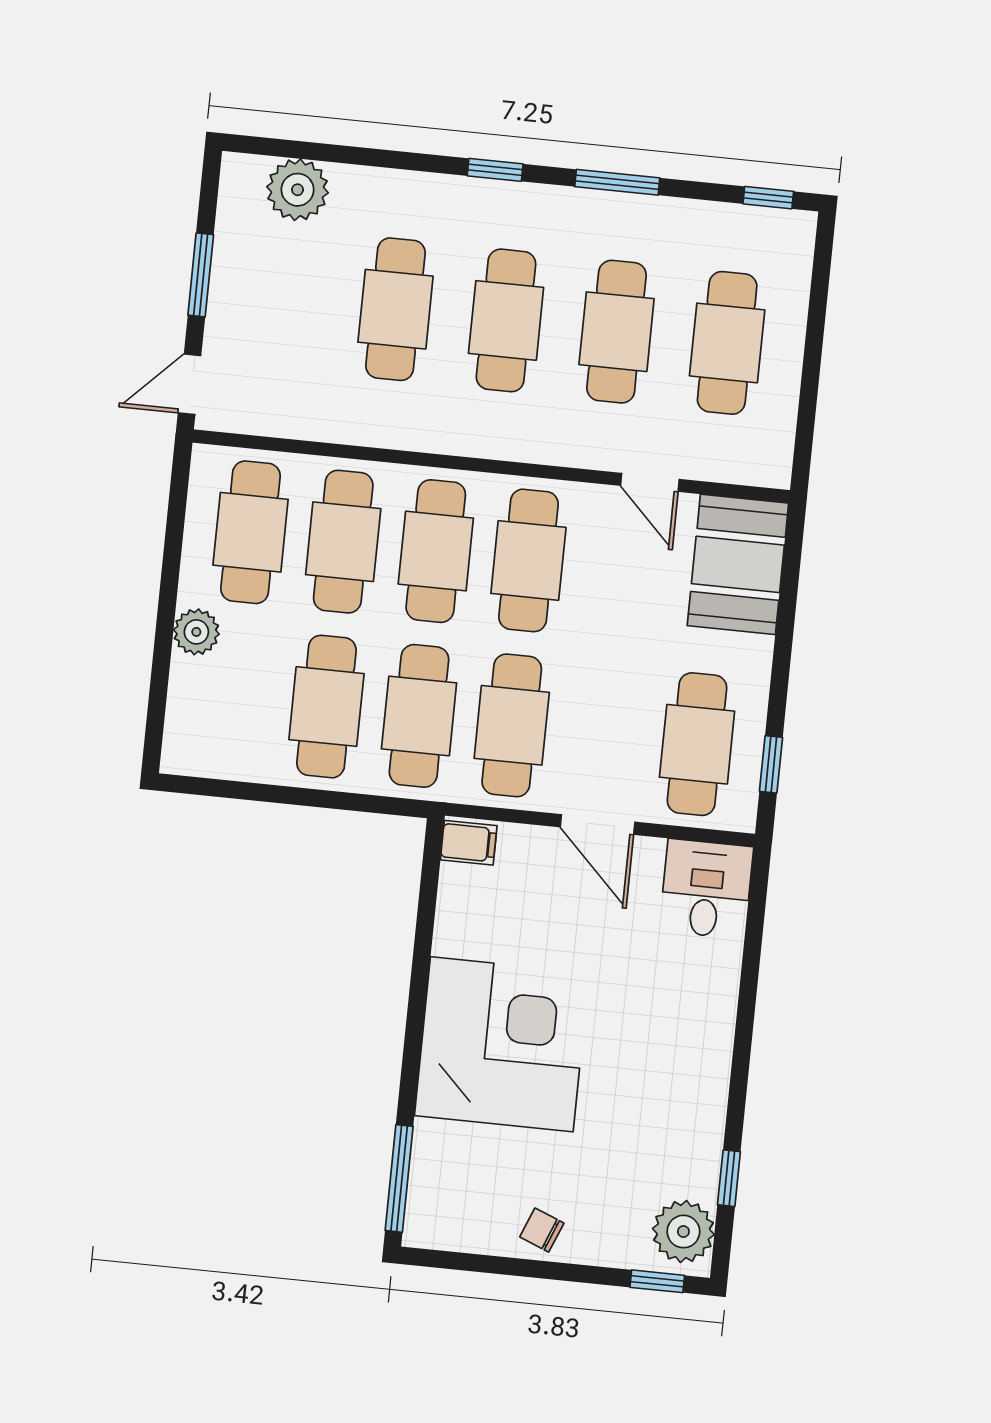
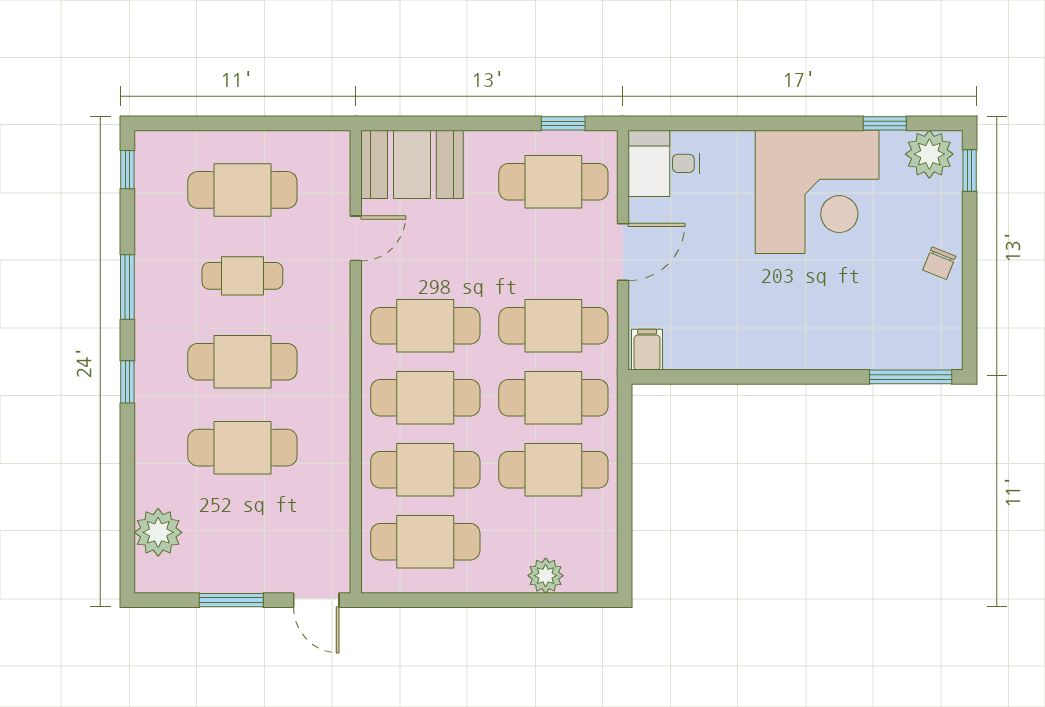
cafe table: (617, 332) -> (242, 276), width x0.73, depth x0.74
plant: (196, 632) -> (546, 576), moved
corner desk: (502, 1044) -> (817, 192), moved, turned 180

